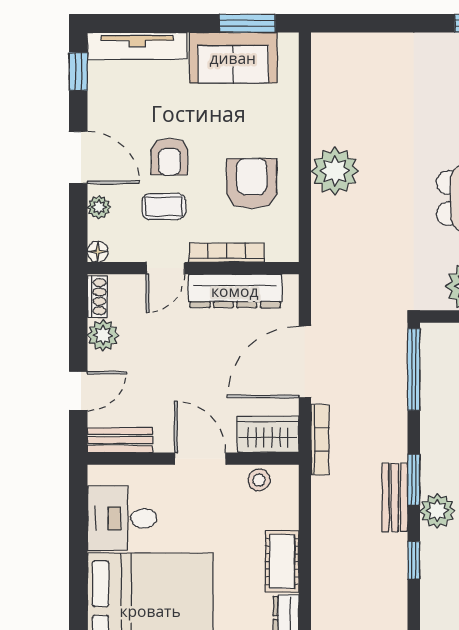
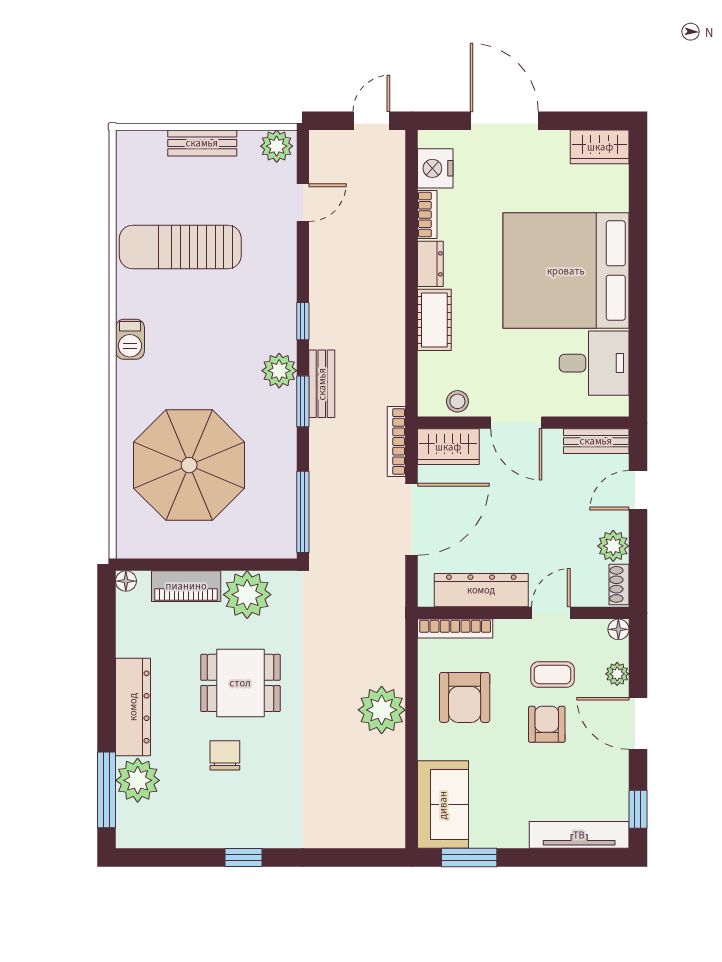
sofa: (233, 58) -> (443, 805), moved, turned 90
bookcase: (227, 252) -> (455, 629), moved

